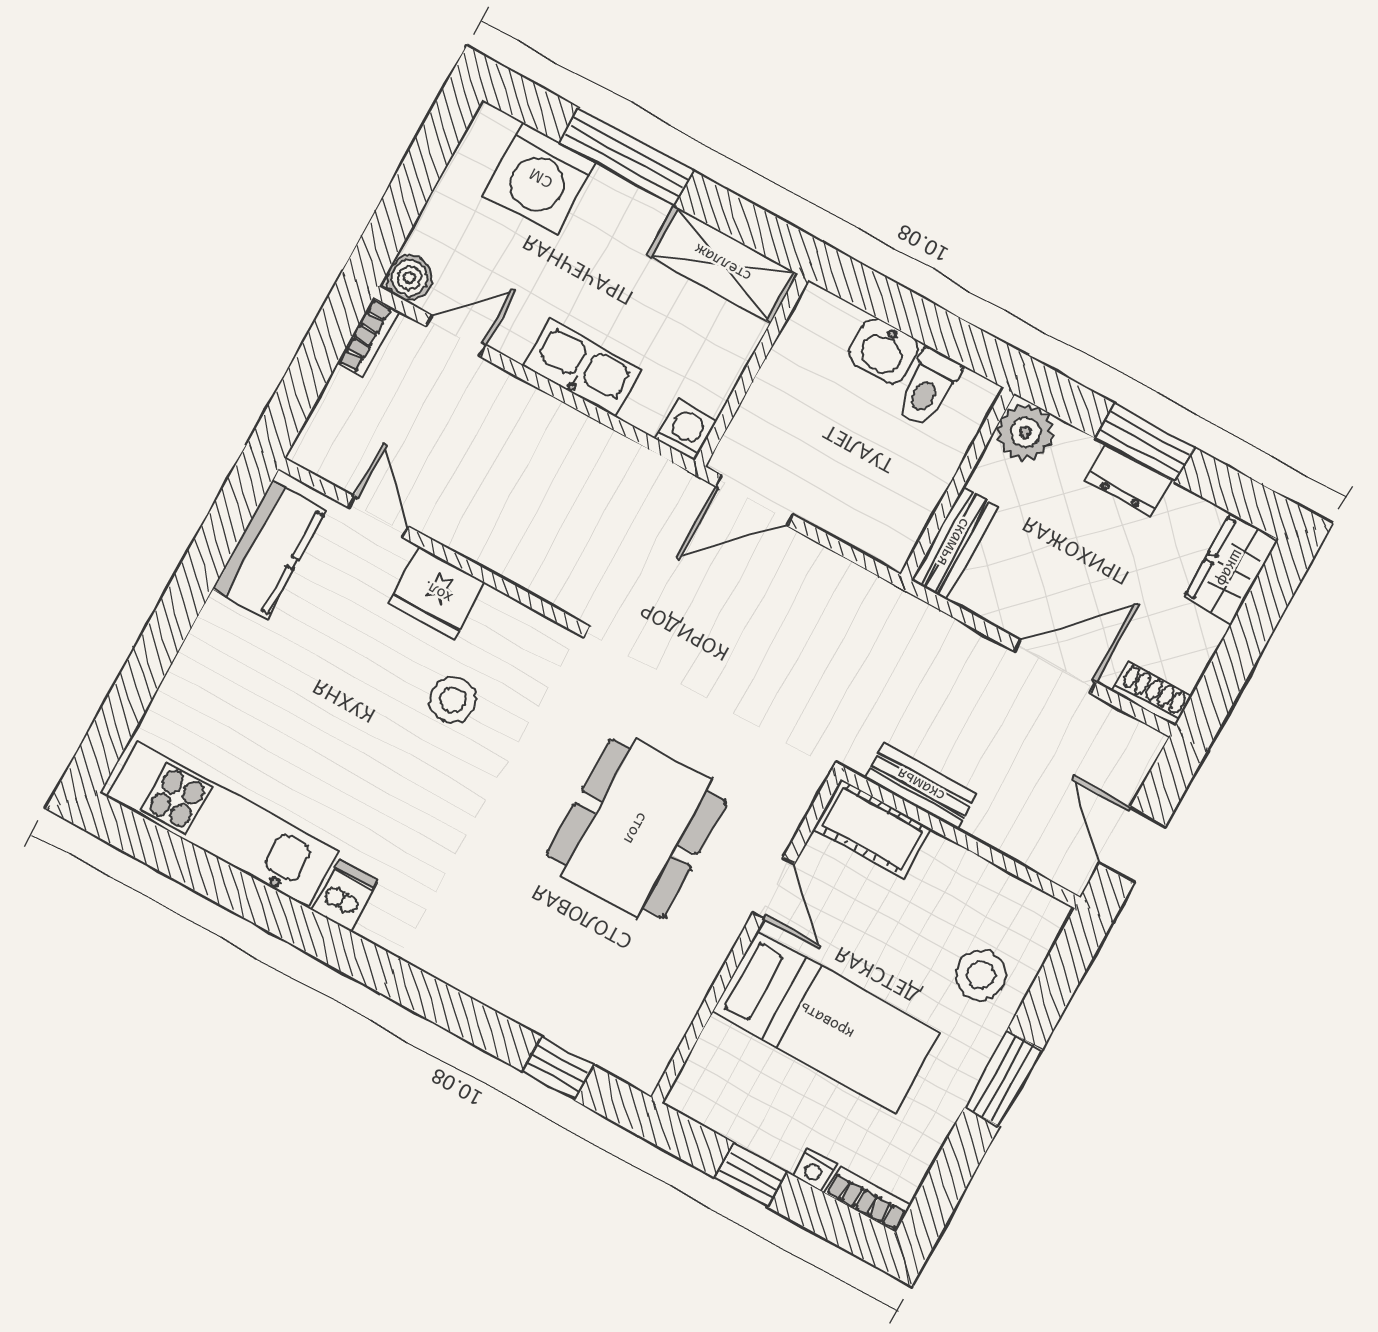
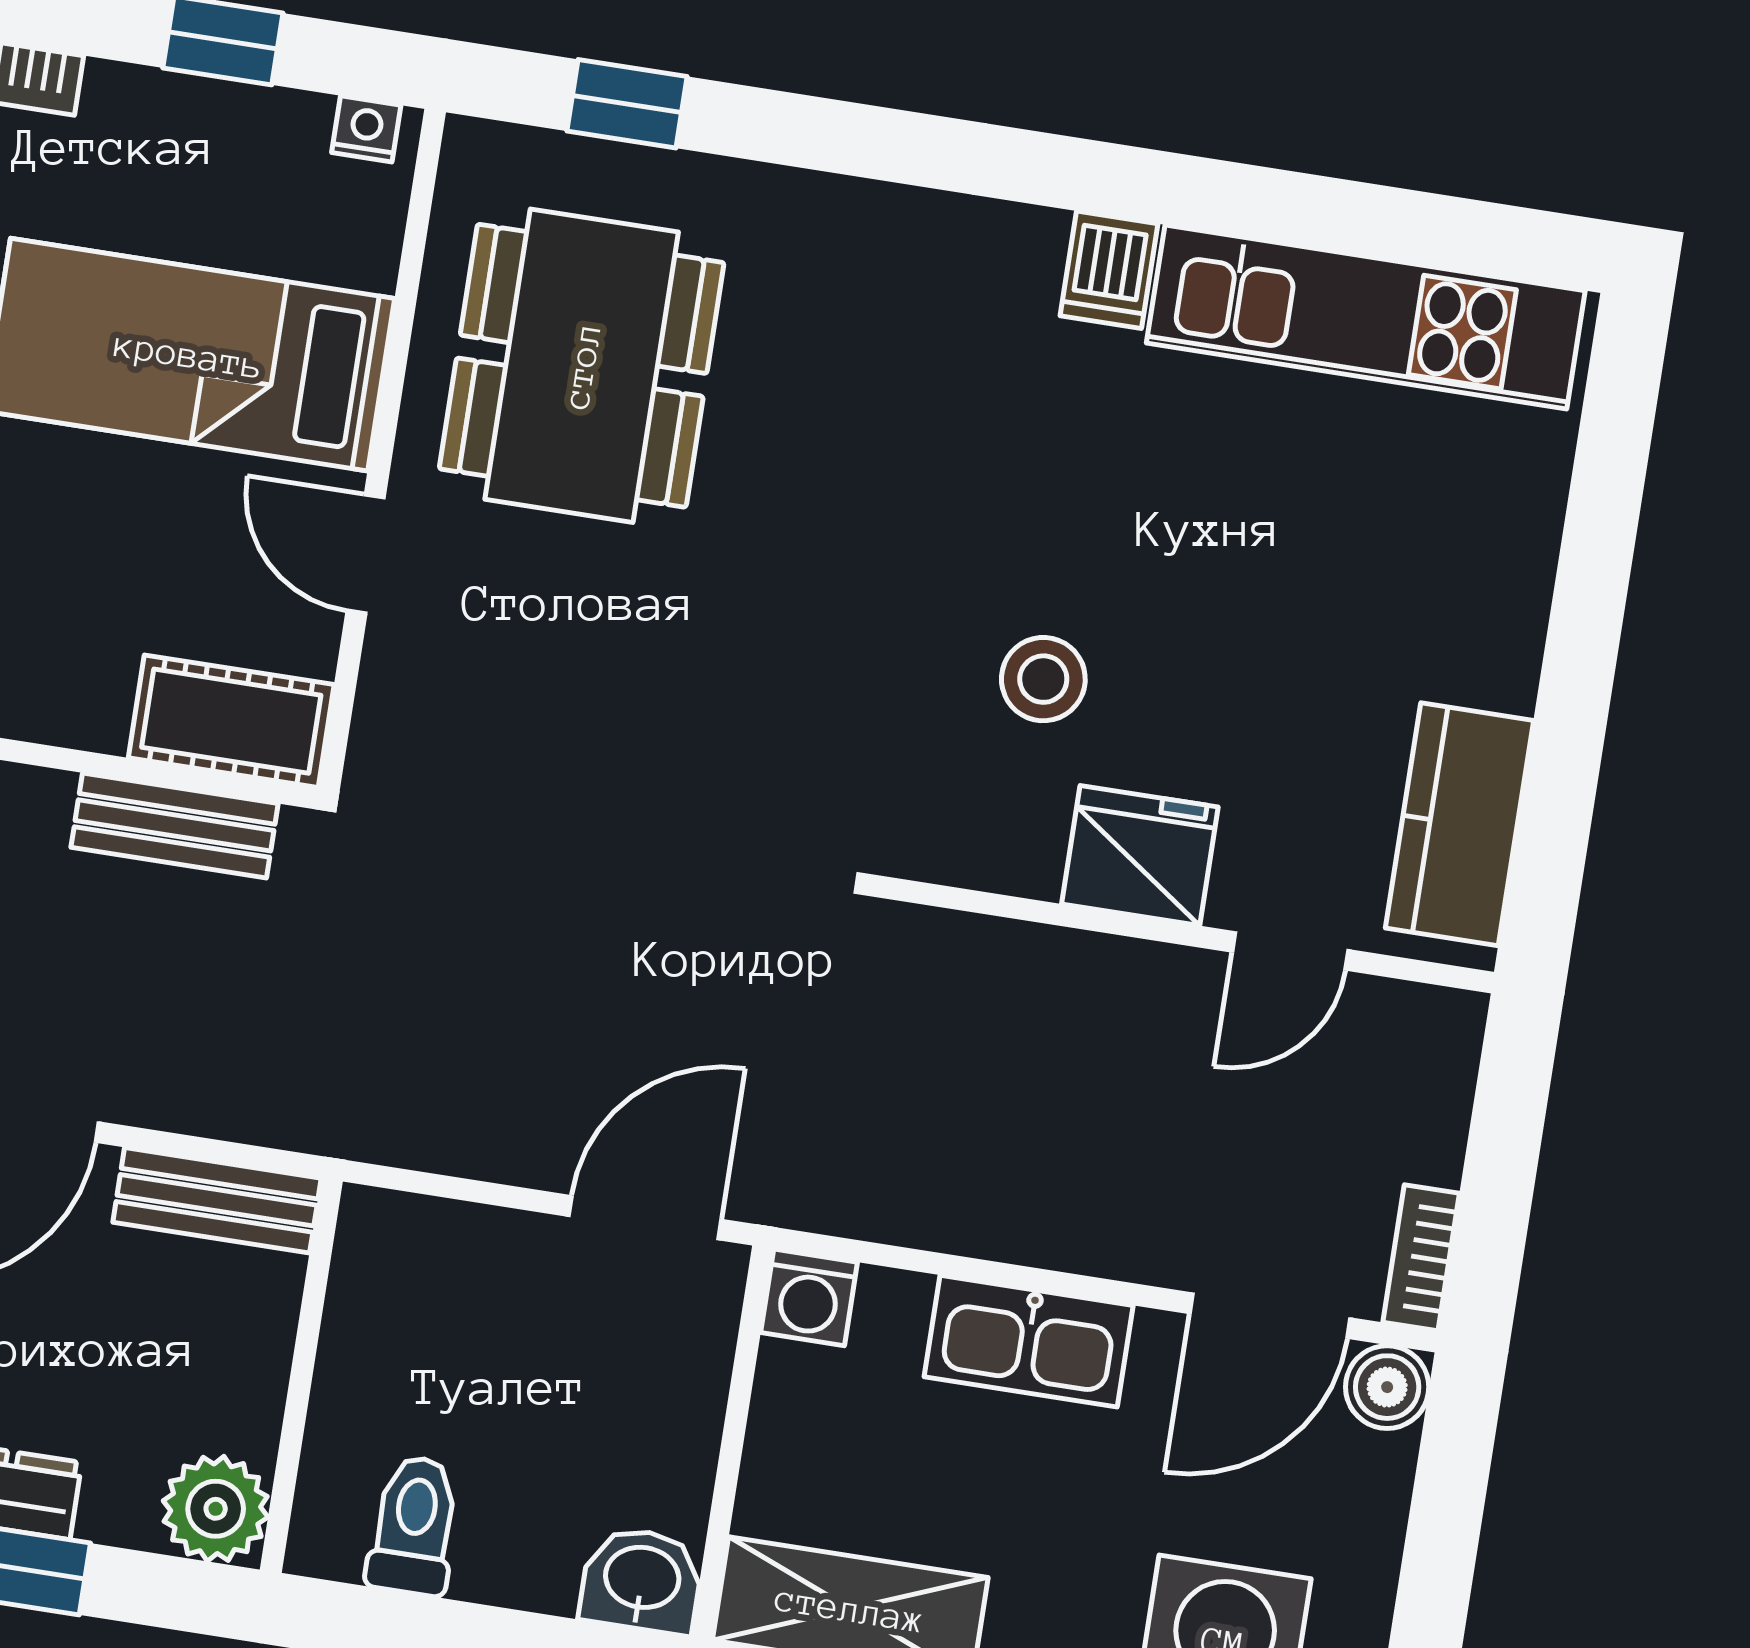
door: (456, 336) -> (1270, 1316), width x1.38
washbasin: (883, 351) -> (642, 1580), moved
door: (378, 517) -> (1290, 951), hinge flipped
bench: (955, 543) -> (217, 1200), moved, turned 90
dining table: (637, 829) -> (582, 366), moved
nightstand: (814, 1170) -> (366, 129), moved

